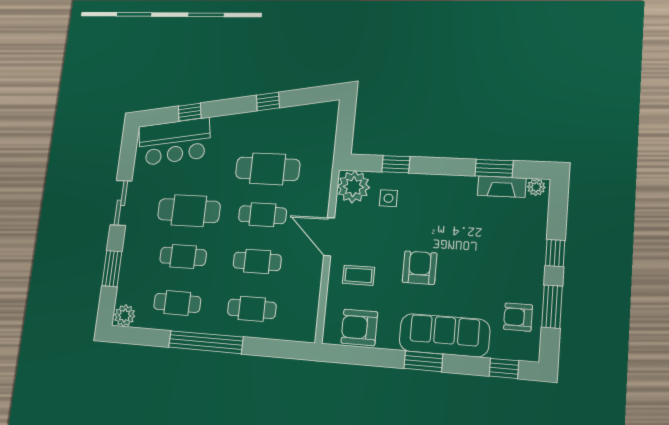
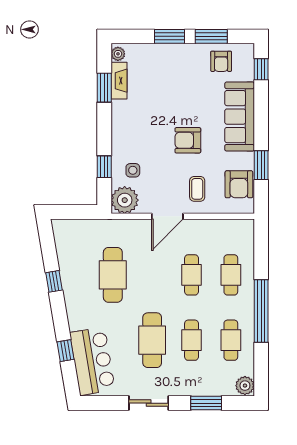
cafe table: (262, 215) -> (152, 275), removed
window: (555, 253) -> (169, 36), width x1.50
window: (423, 361) -> (261, 165), moved

